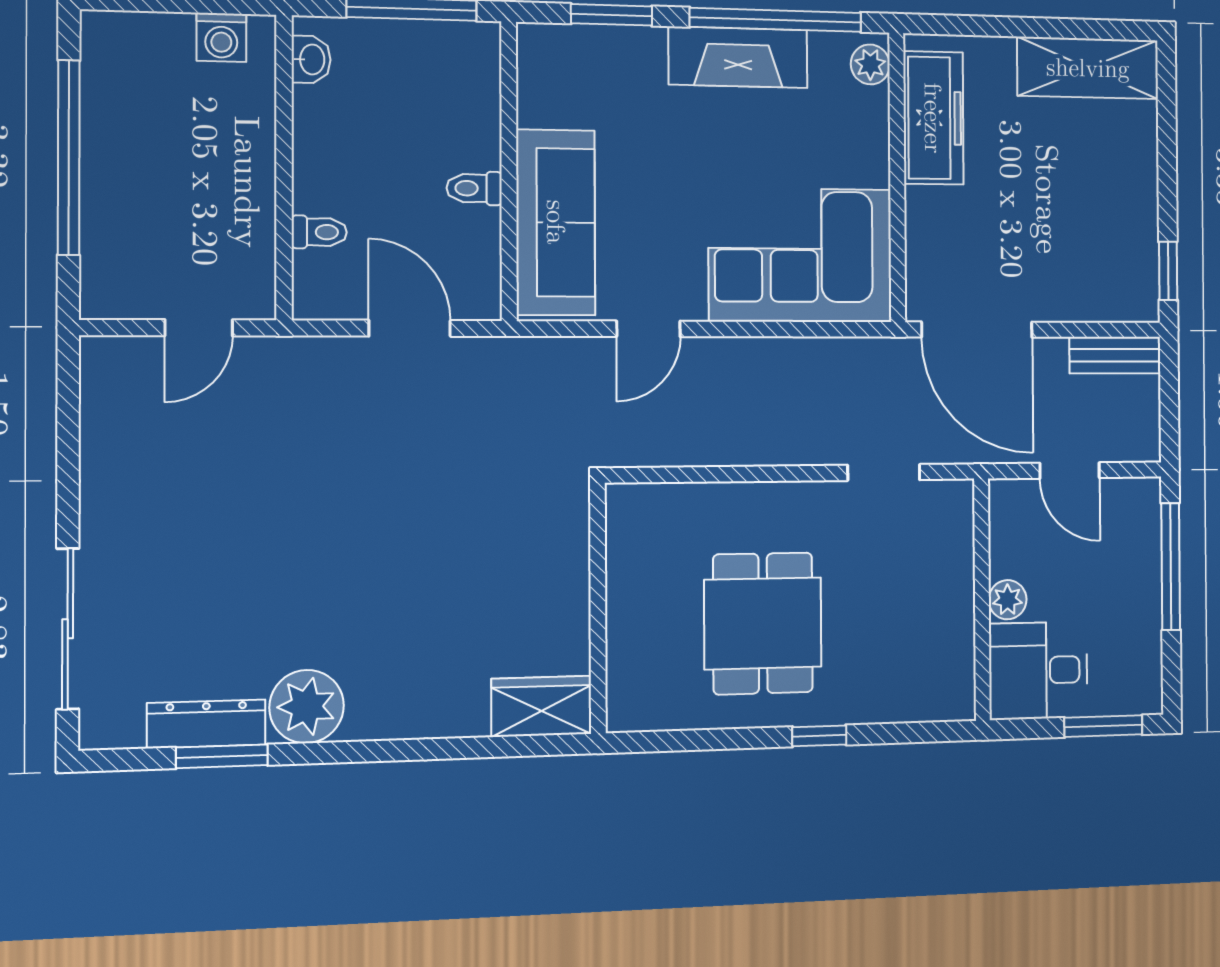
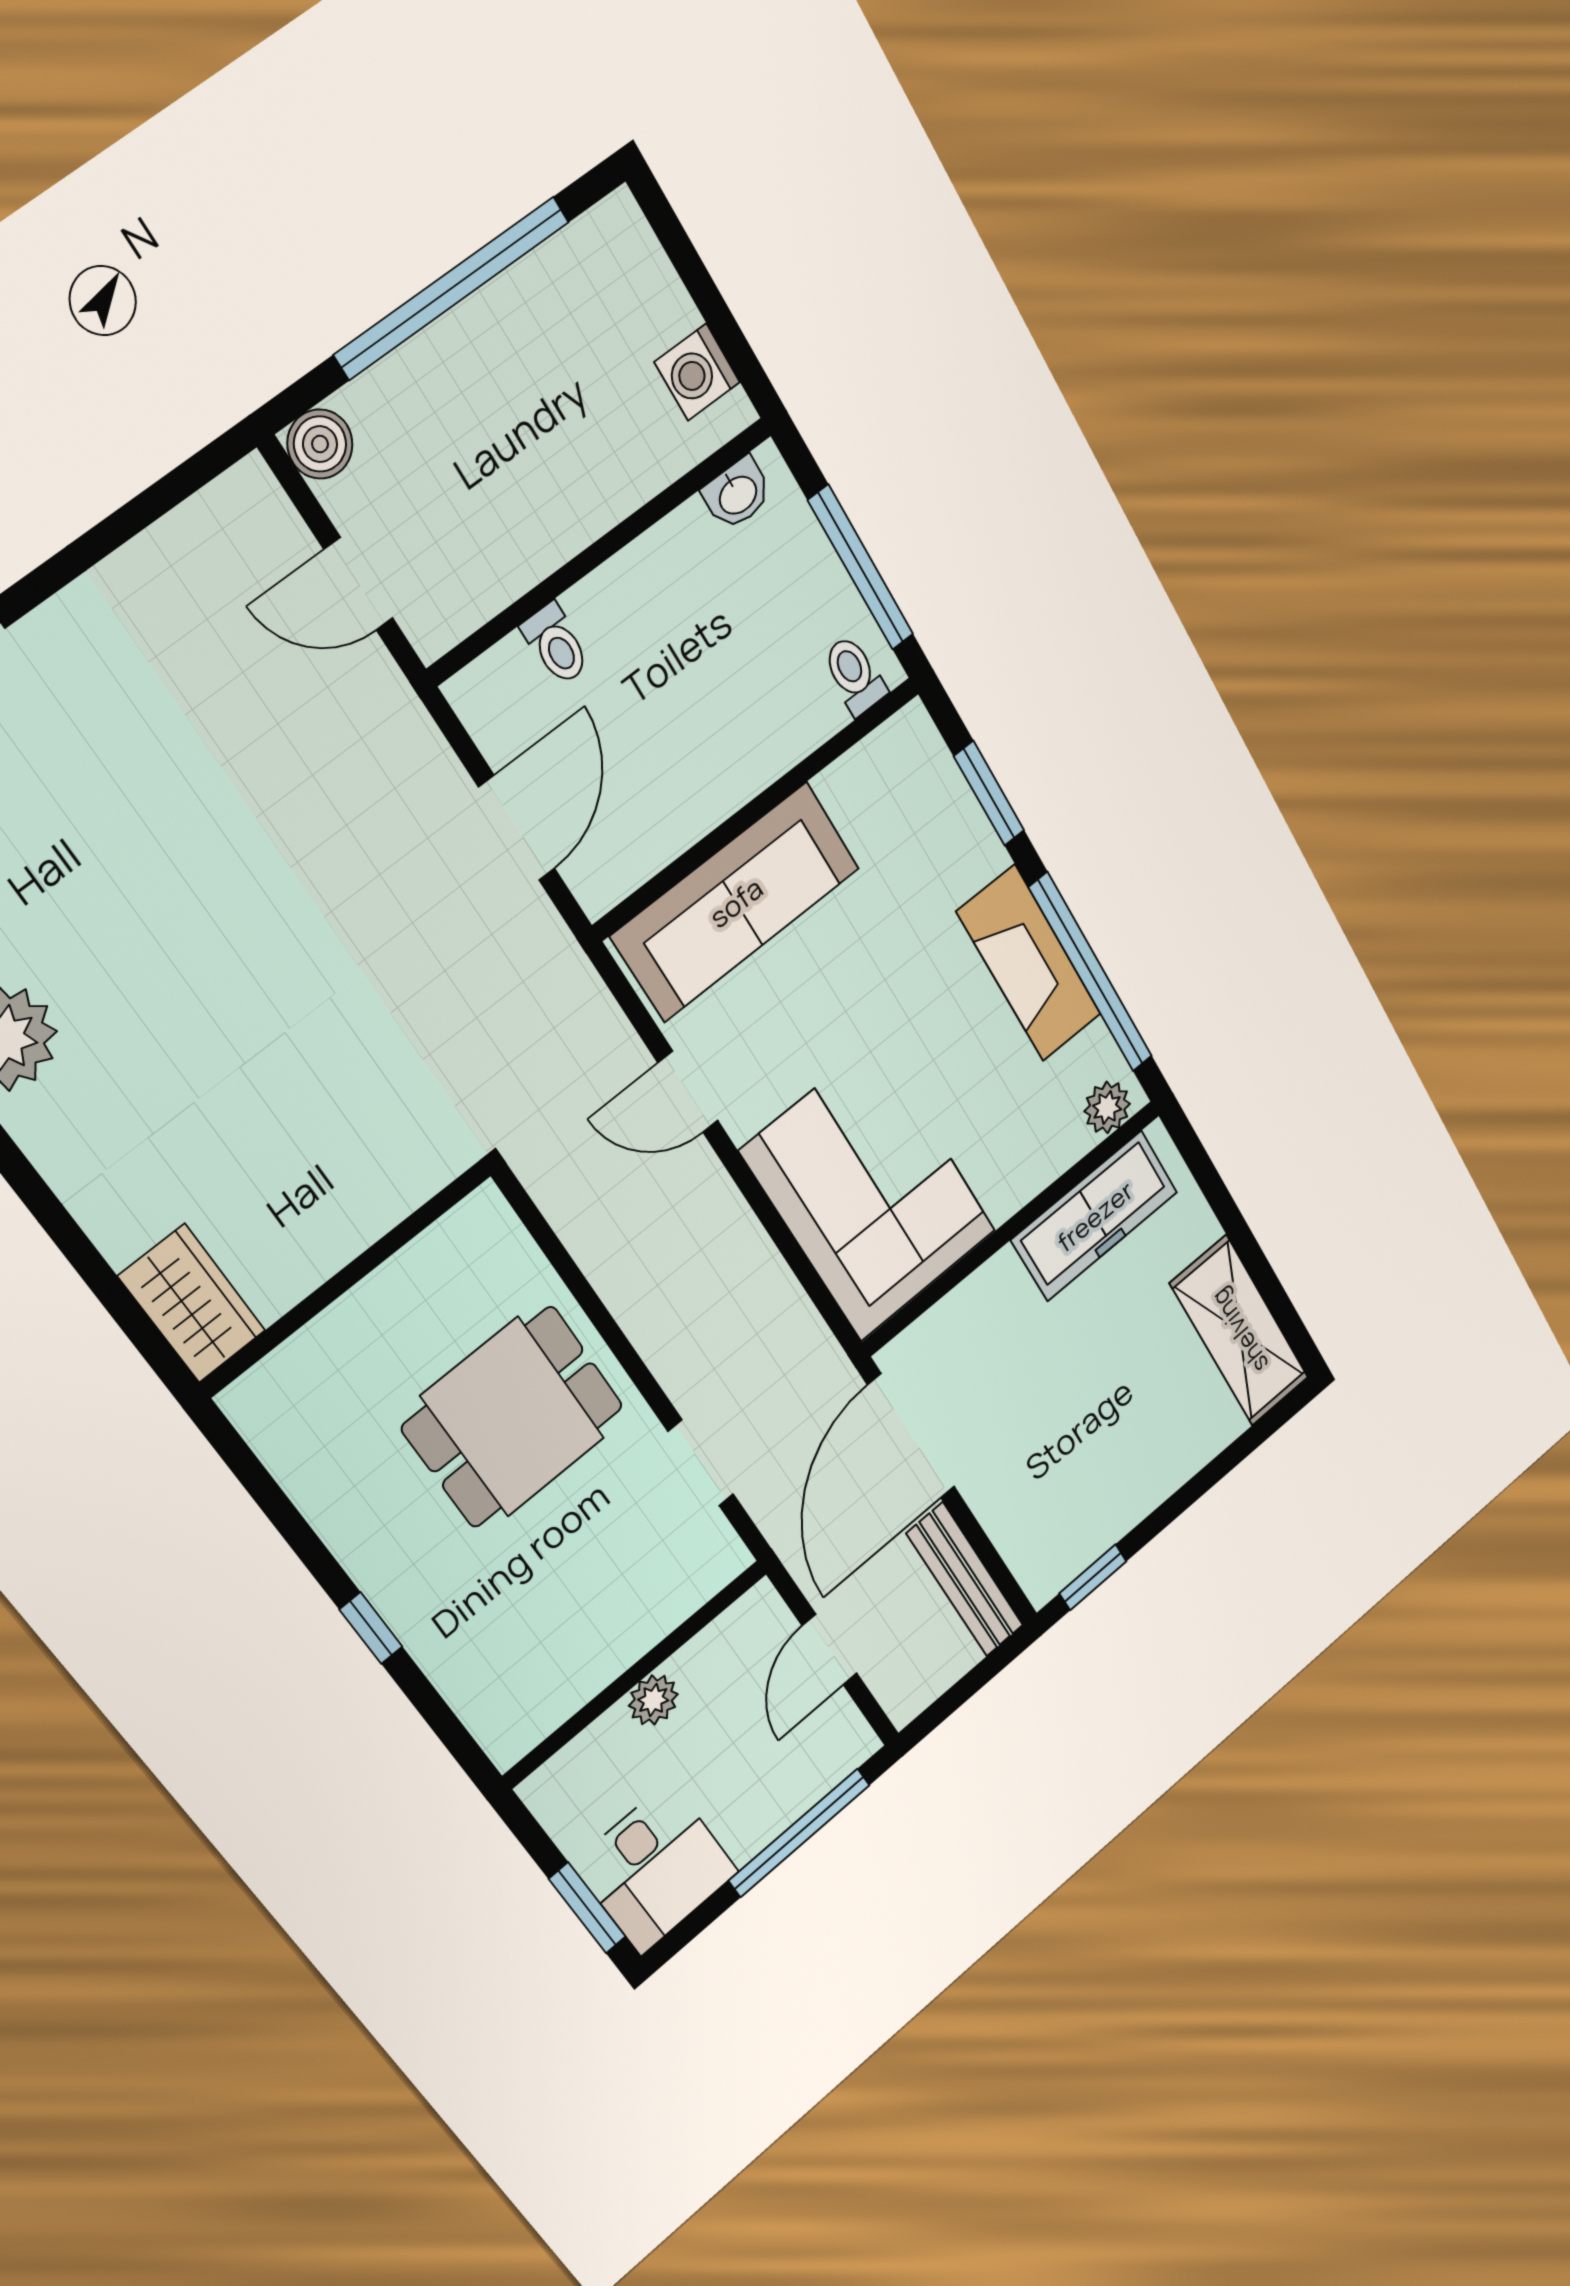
toilet: (474, 188) -> (855, 675), moved
boiler: (103, 297) -> (320, 444), added
bench: (1115, 355) -> (965, 1580), width x1.36
dining table: (763, 623) -> (513, 1417), moved
desk: (1038, 670) -> (656, 1868), moved, turned 180

